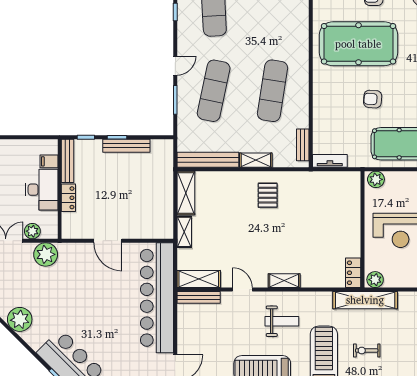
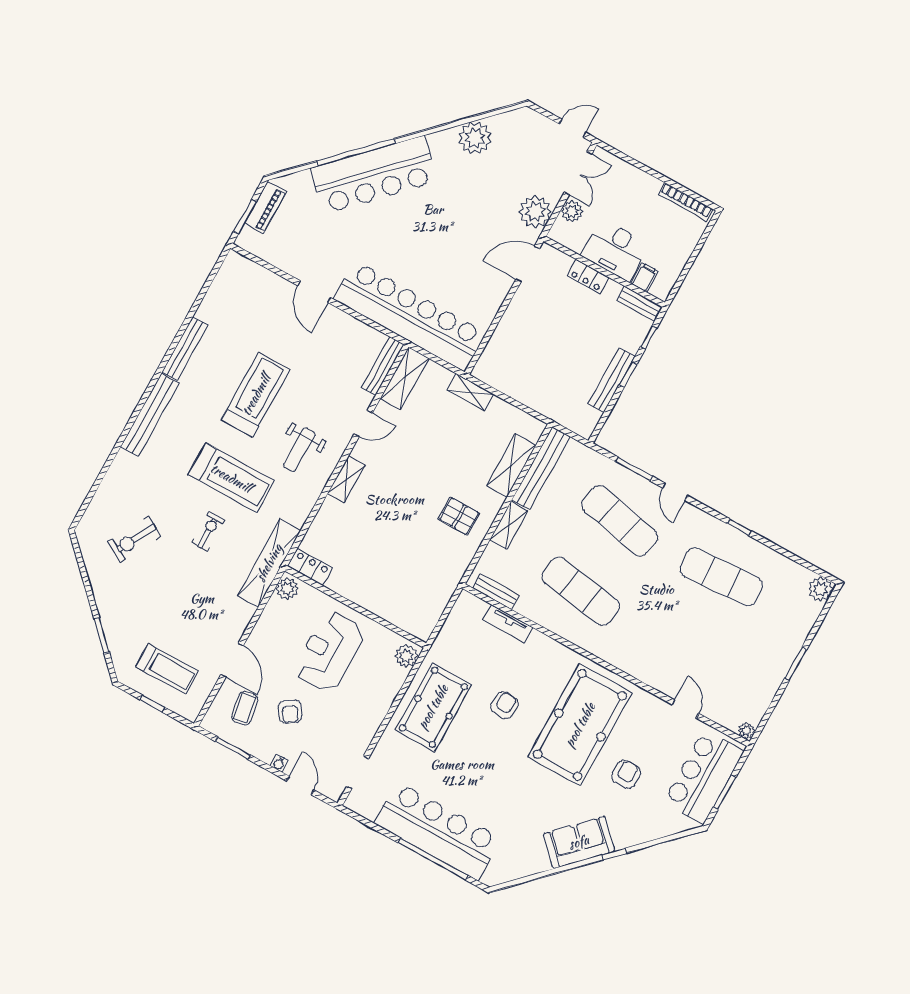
bench: (68, 161) -> (640, 304), width x0.73
tv unit: (330, 161) -> (508, 624), moved, turned 90
shelving: (186, 193) -> (511, 465), moved, turned 90
door: (108, 241) -> (528, 264), moved

